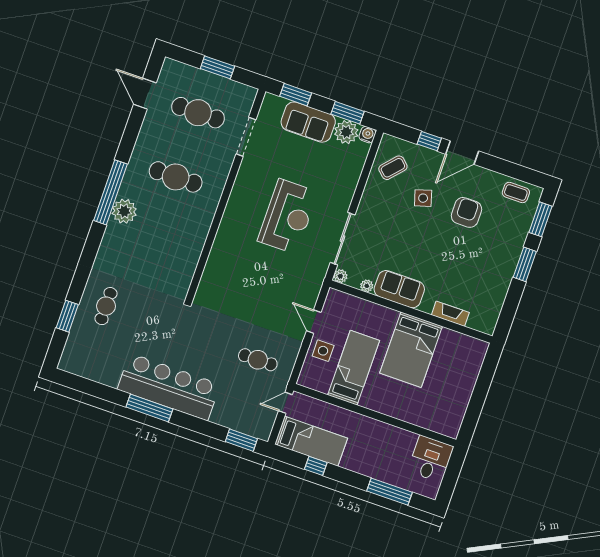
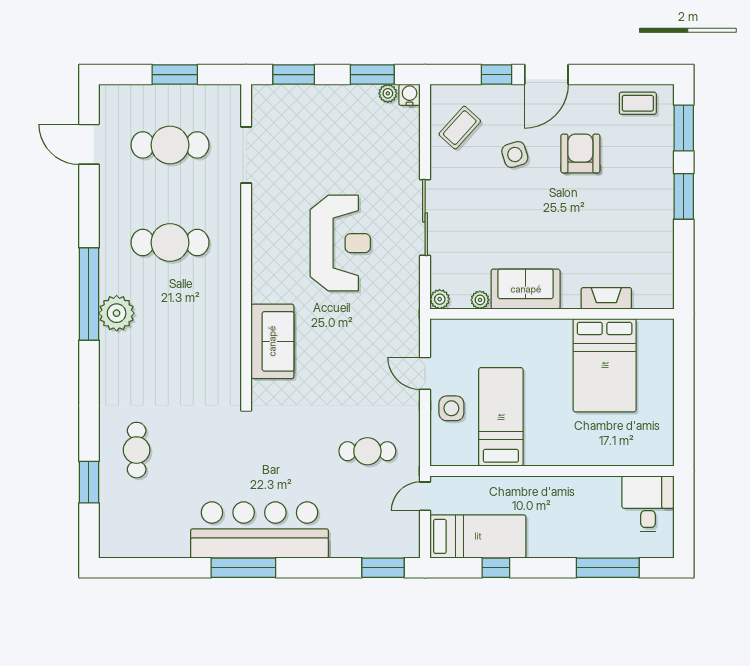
sofa: (308, 122) -> (272, 341), moved, turned -90
plant: (346, 132) -> (388, 93), width x0.53, depth x0.53
sliding door: (343, 239) -> (425, 217), moved
bed: (411, 350) -> (605, 365), moved

